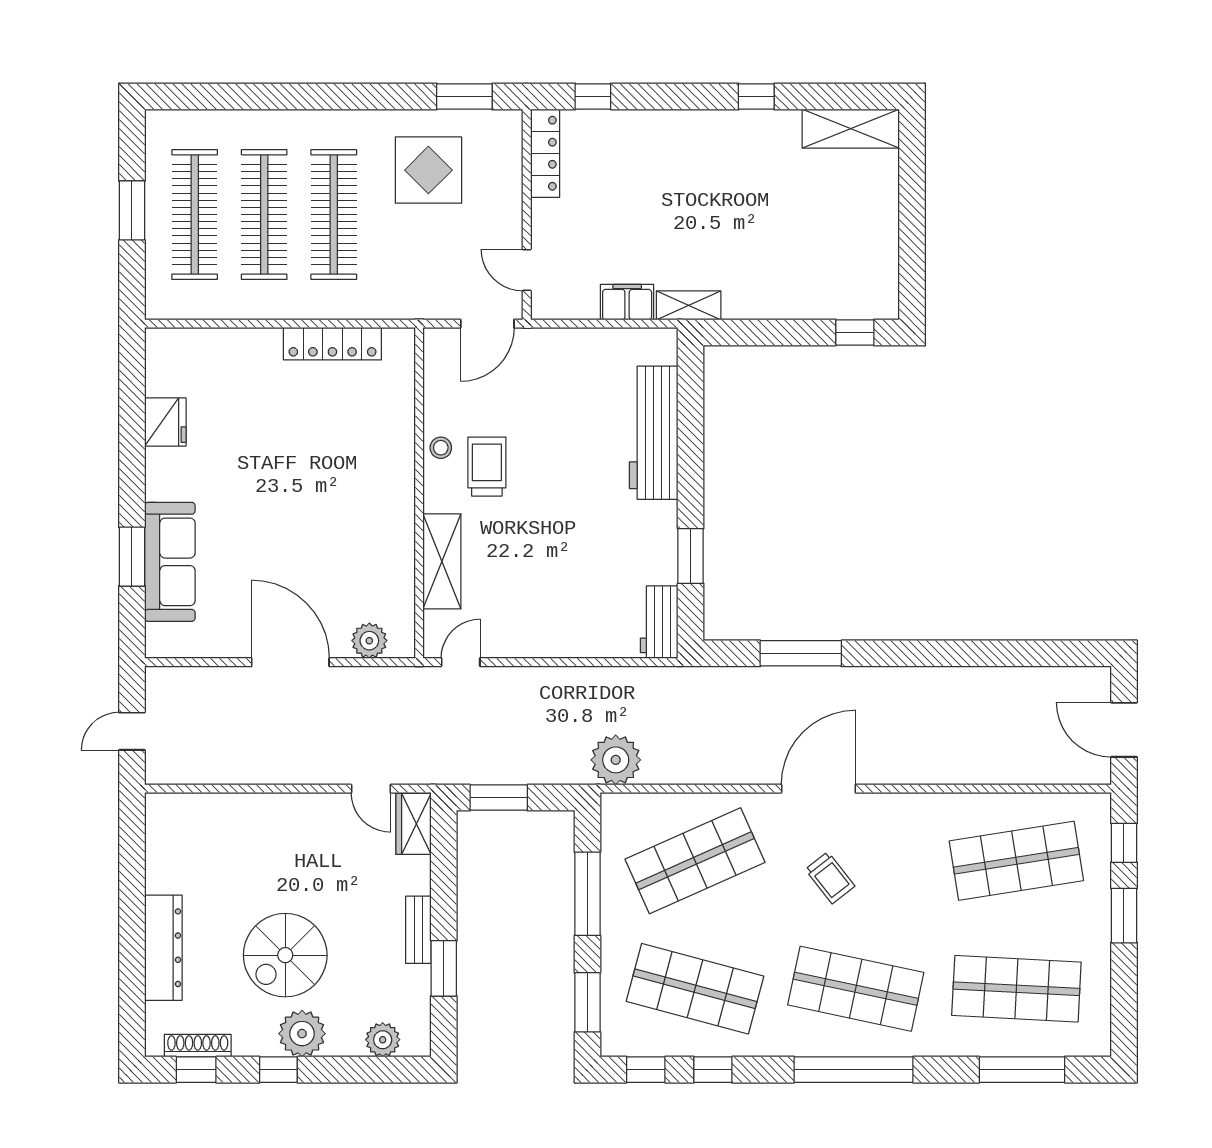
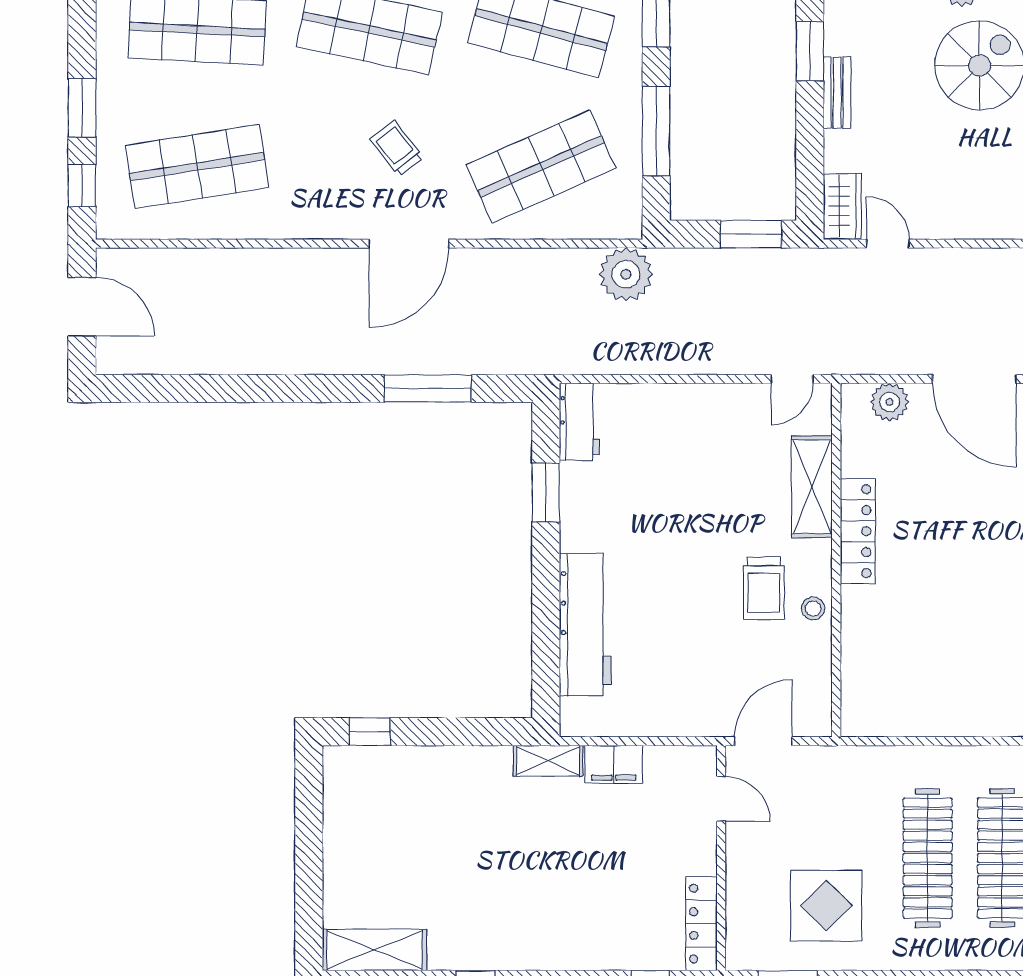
locker: (332, 344) -> (858, 531), moved, turned 90

